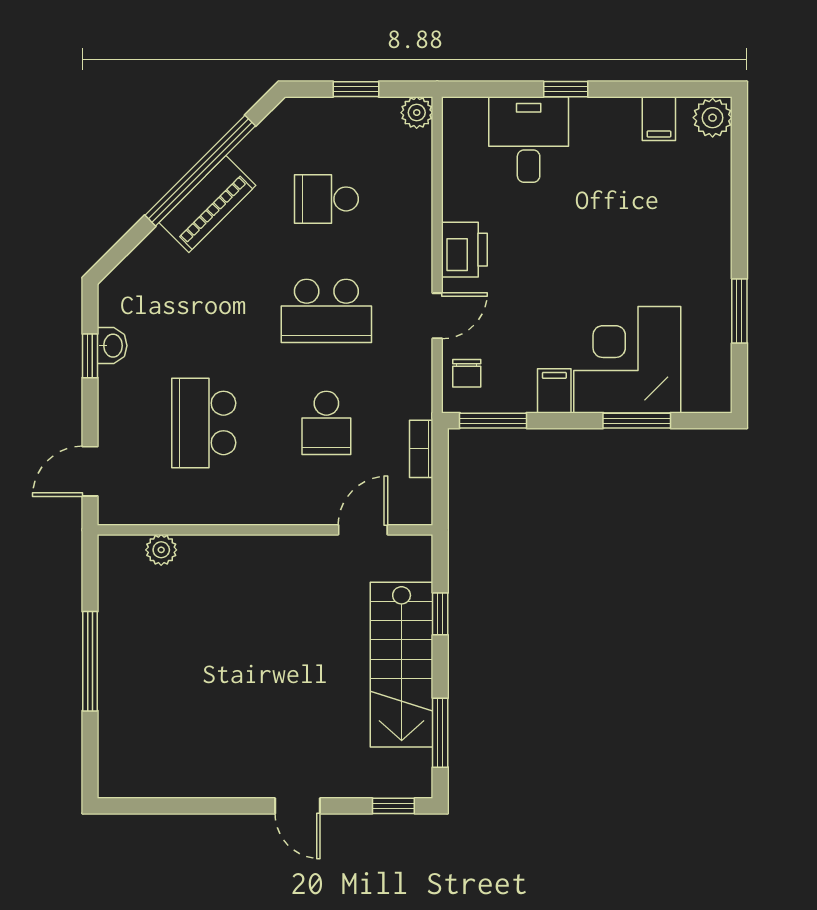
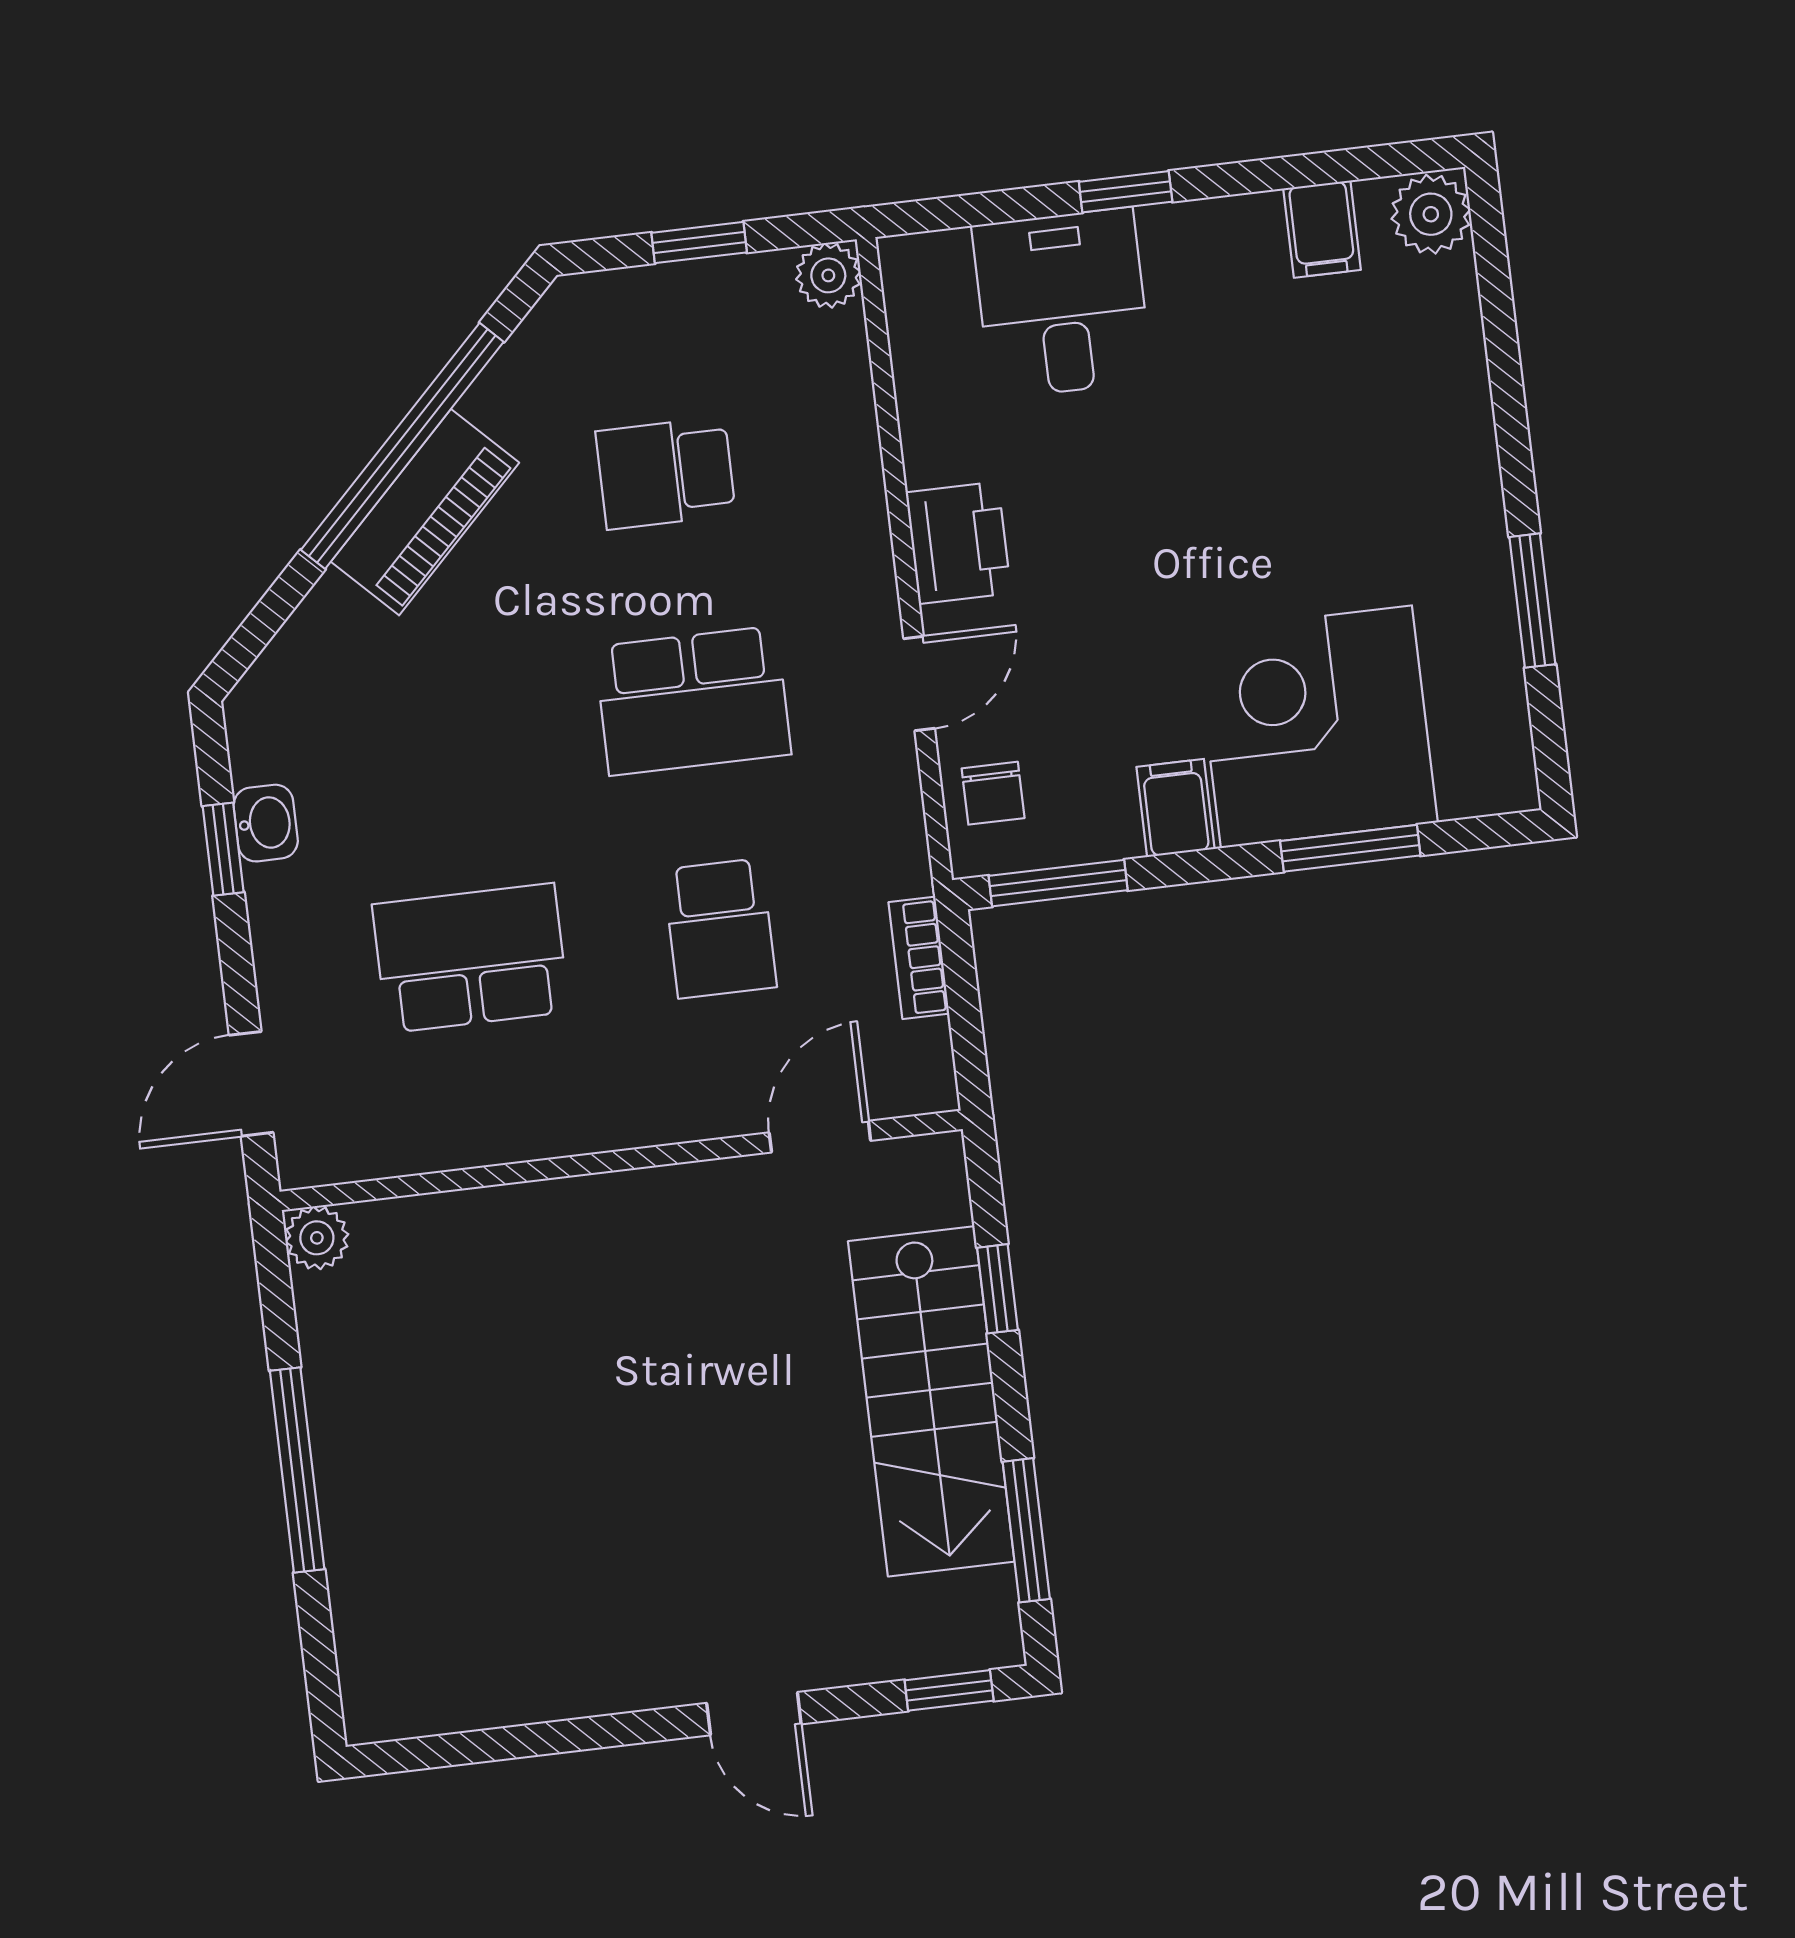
school desk: (204, 423) -> (471, 958), turned 90
plant: (161, 550) -> (317, 1238), moved

